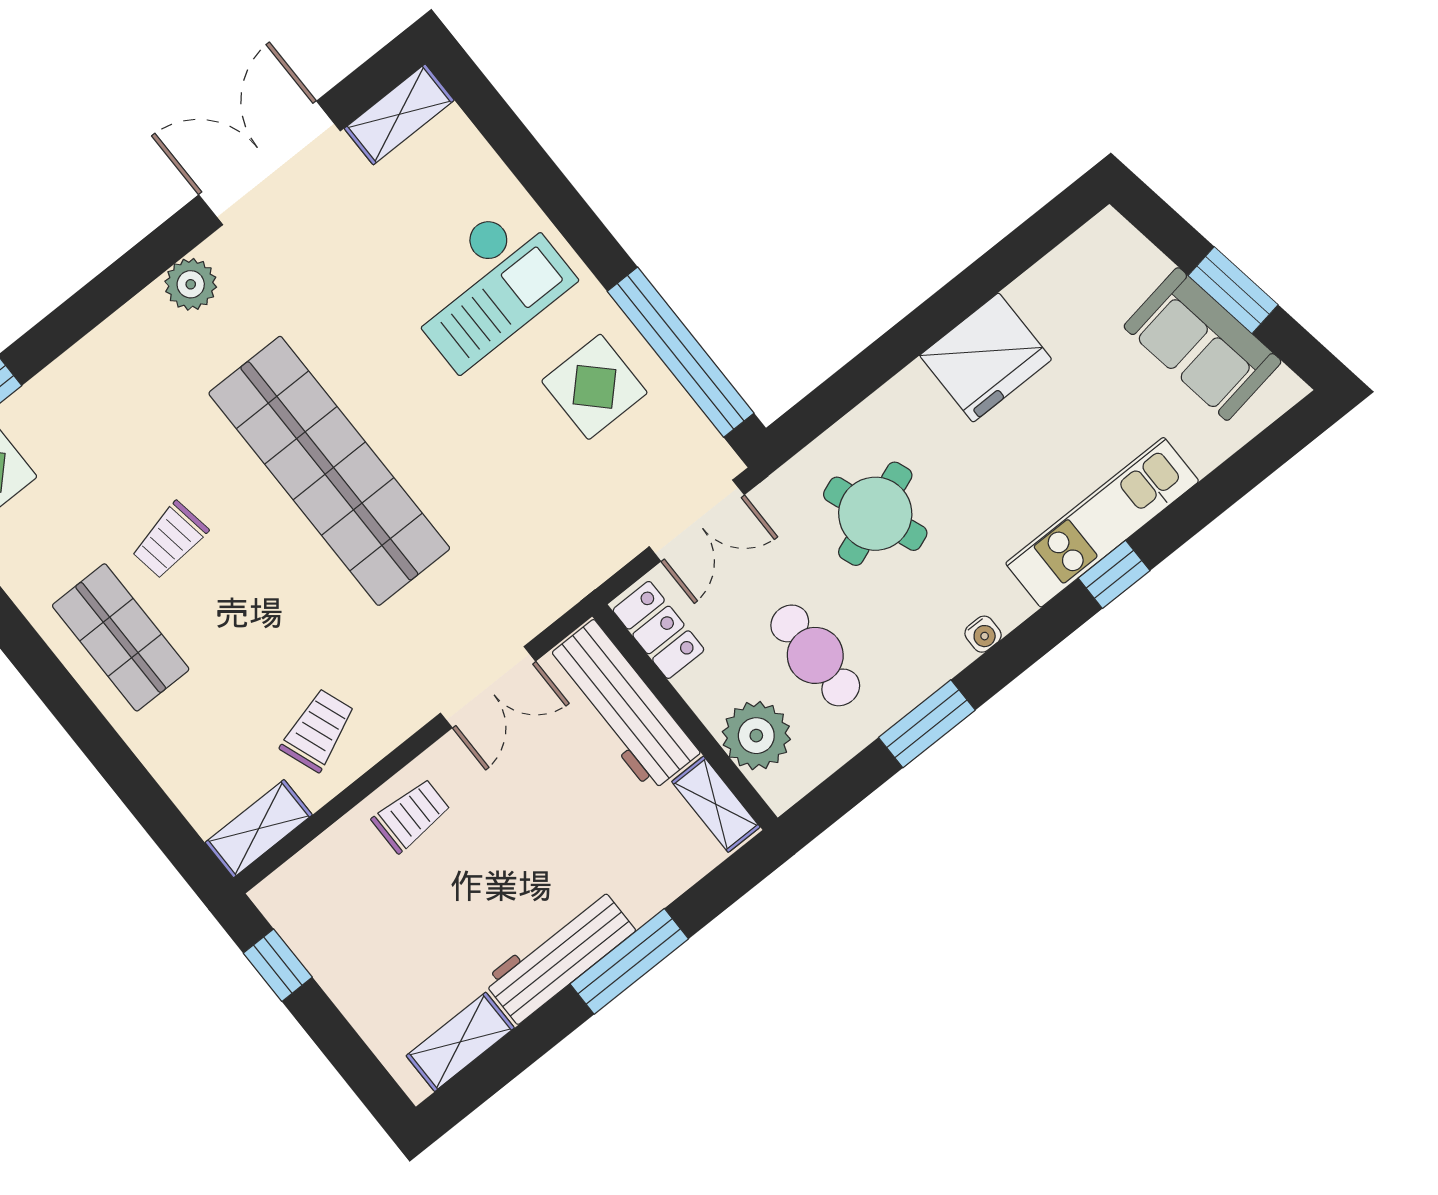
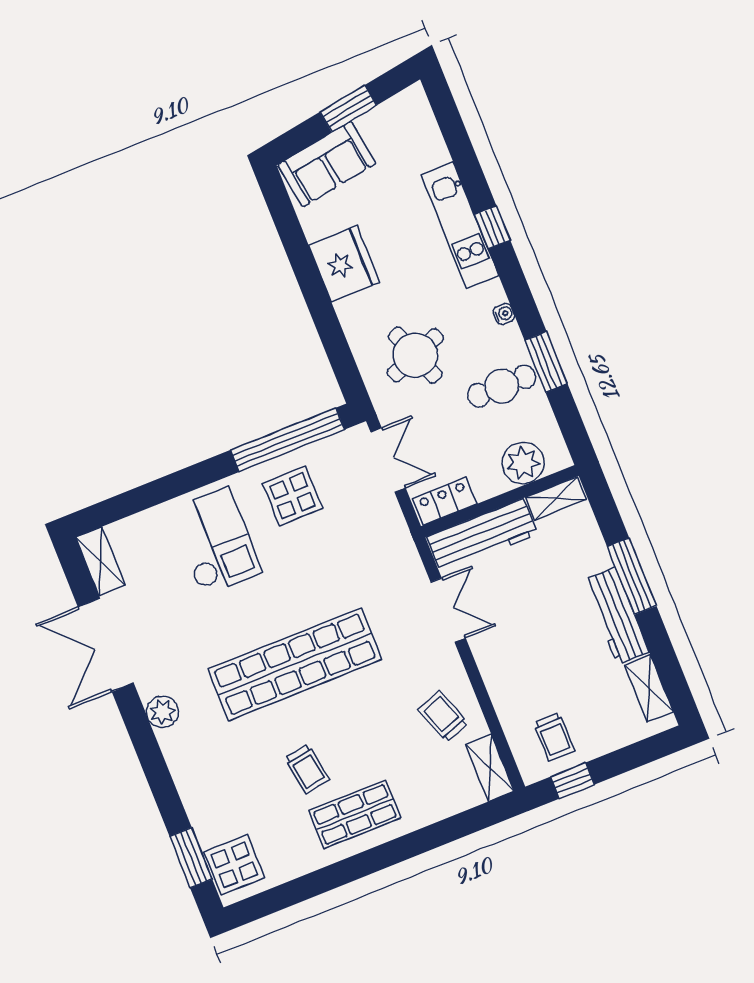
sofa: (1203, 344) -> (327, 164), moved
cafe table: (815, 655) -> (502, 386), moved
trolley: (411, 816) -> (554, 737), moved, turned 180

